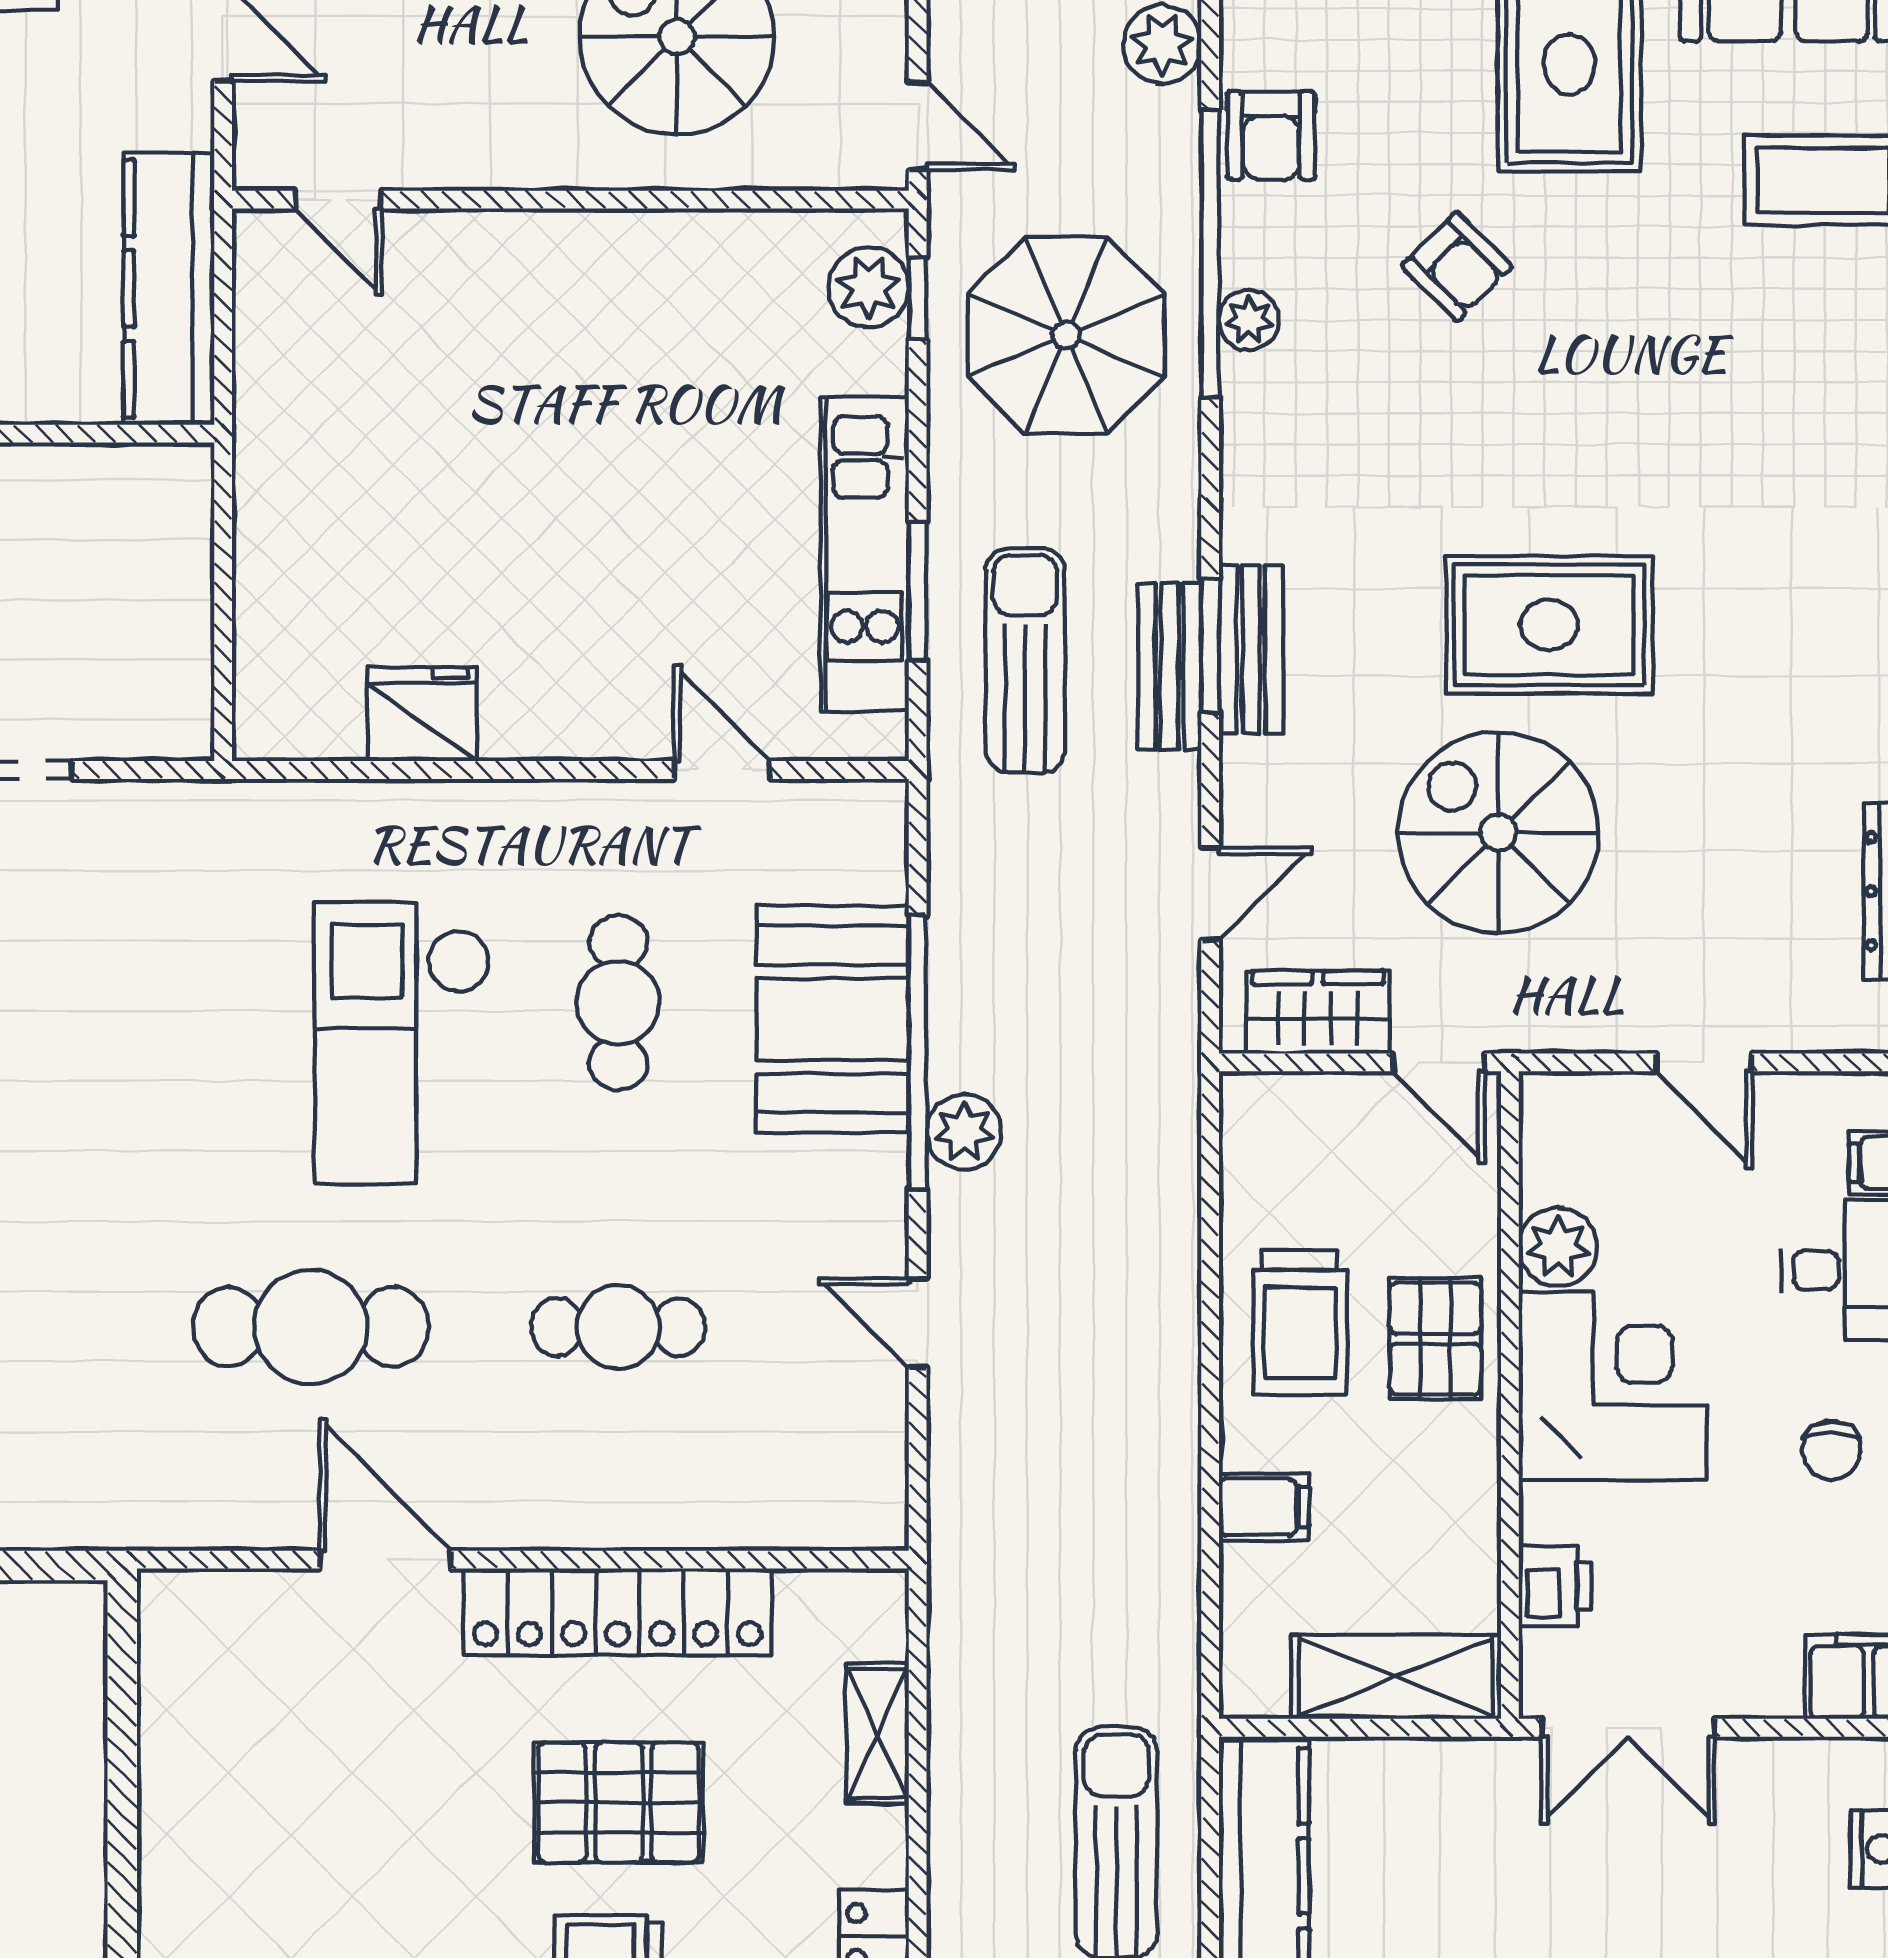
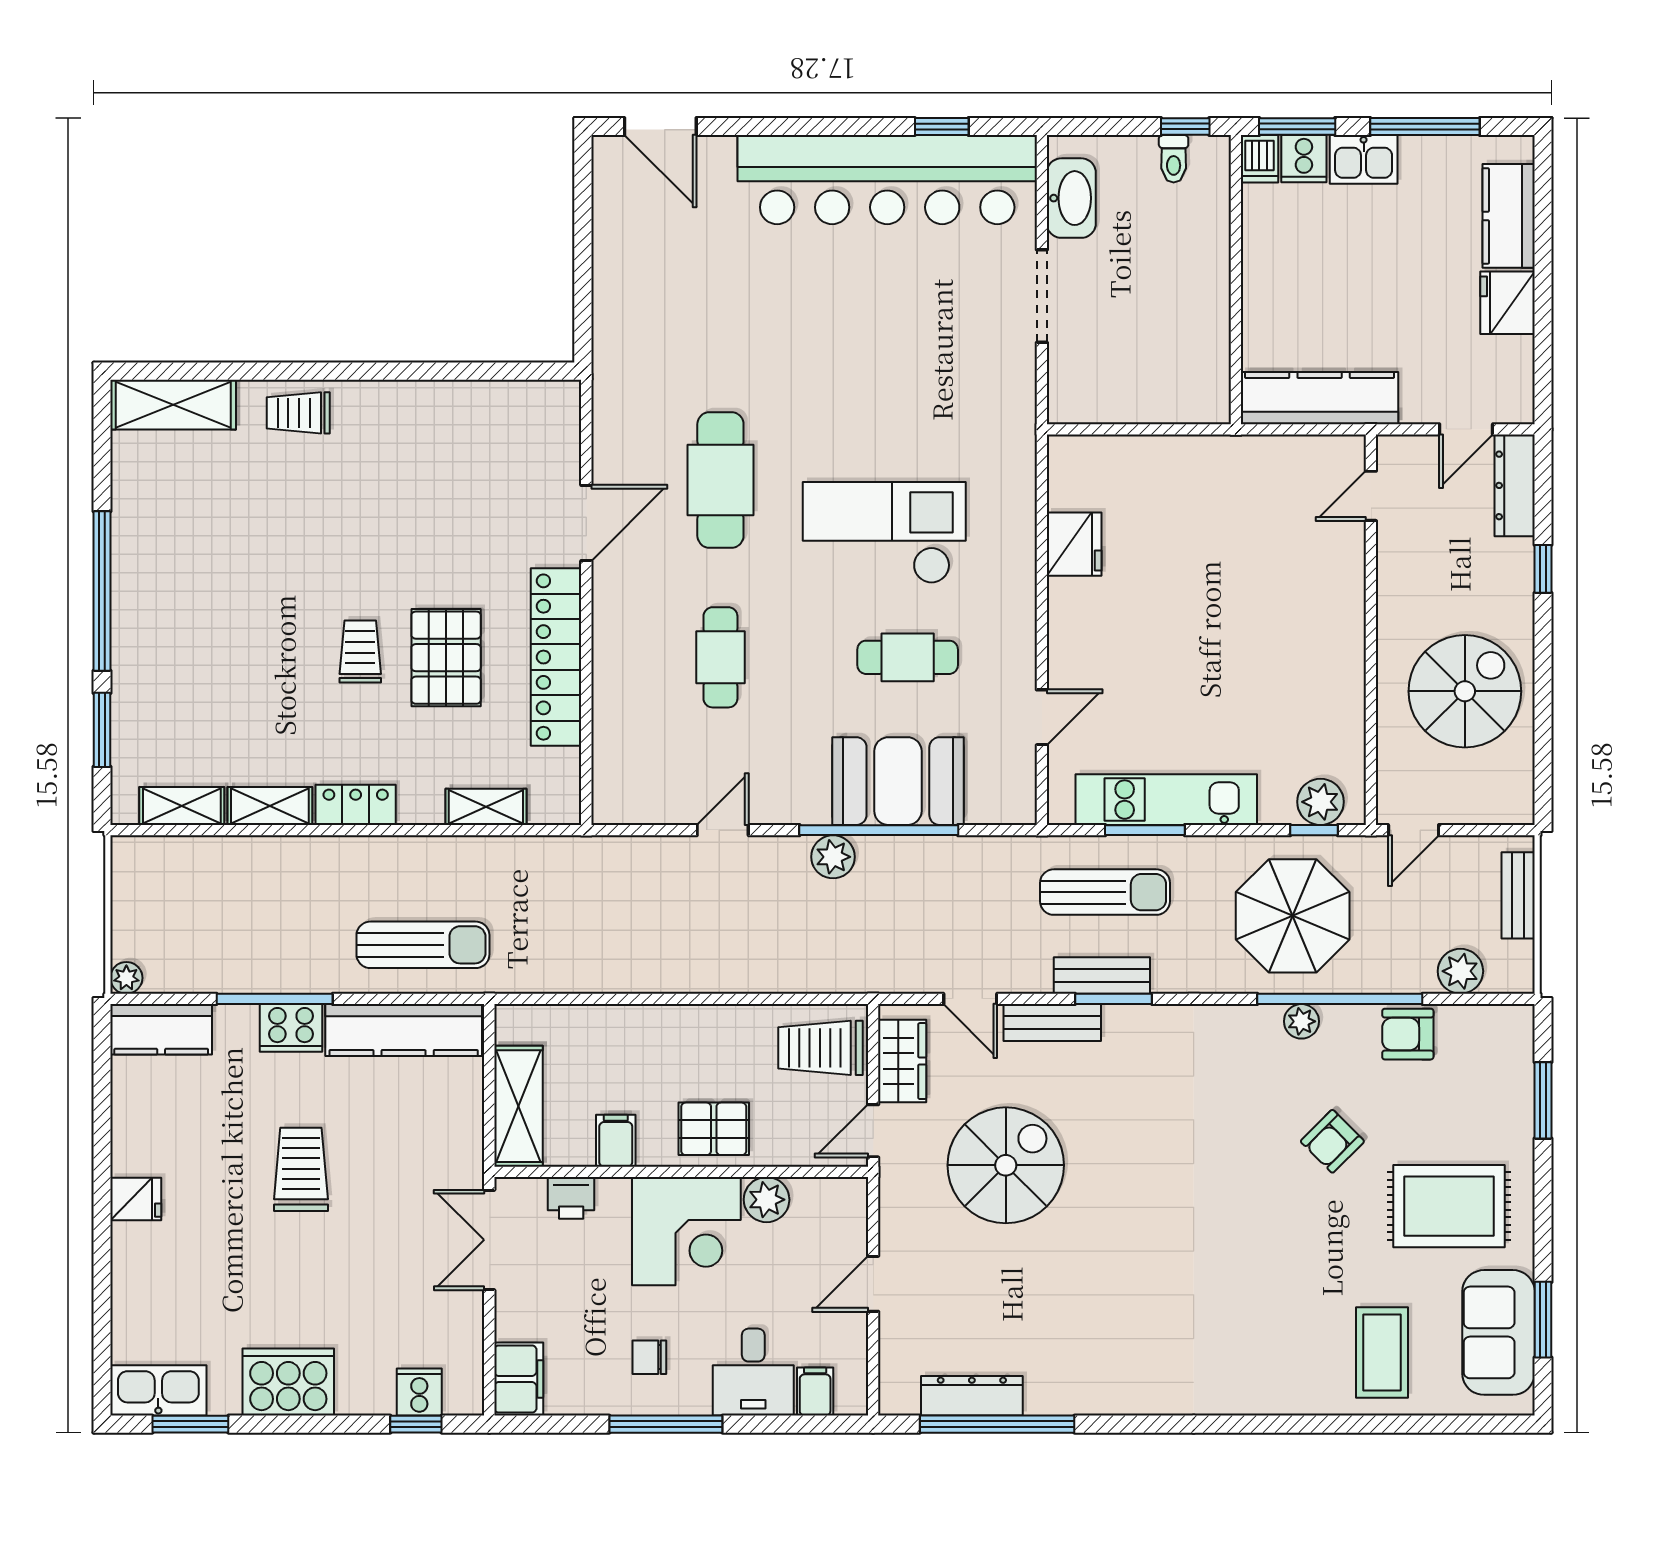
rug: (1549, 625) -> (1126, 1195), removed
bench: (1251, 649) -> (1052, 1023), moved
trolley: (1300, 1322) -> (820, 1048), moved
filing cabinet: (1264, 1507) -> (616, 1141), moved, turned 180

